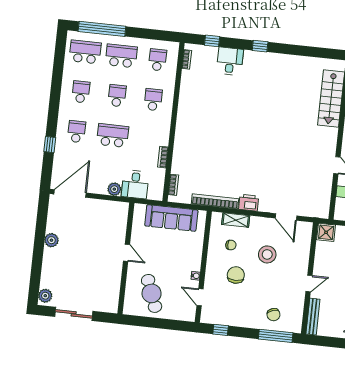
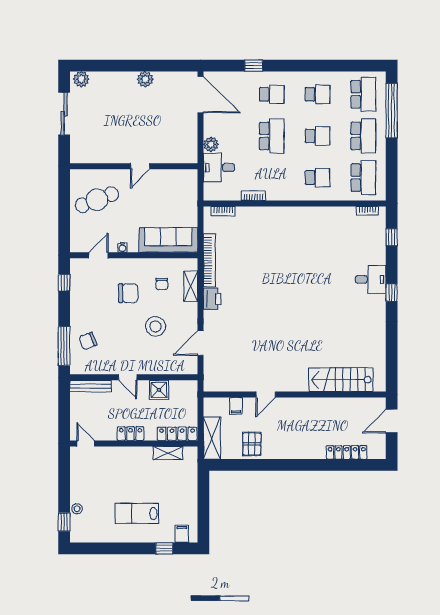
school desk: (157, 60) -> (363, 178), width x1.85
desk: (230, 61) -> (371, 279), moved
sofa: (171, 218) -> (168, 240), moved, turned 90
shower: (326, 232) -> (159, 390), moved

